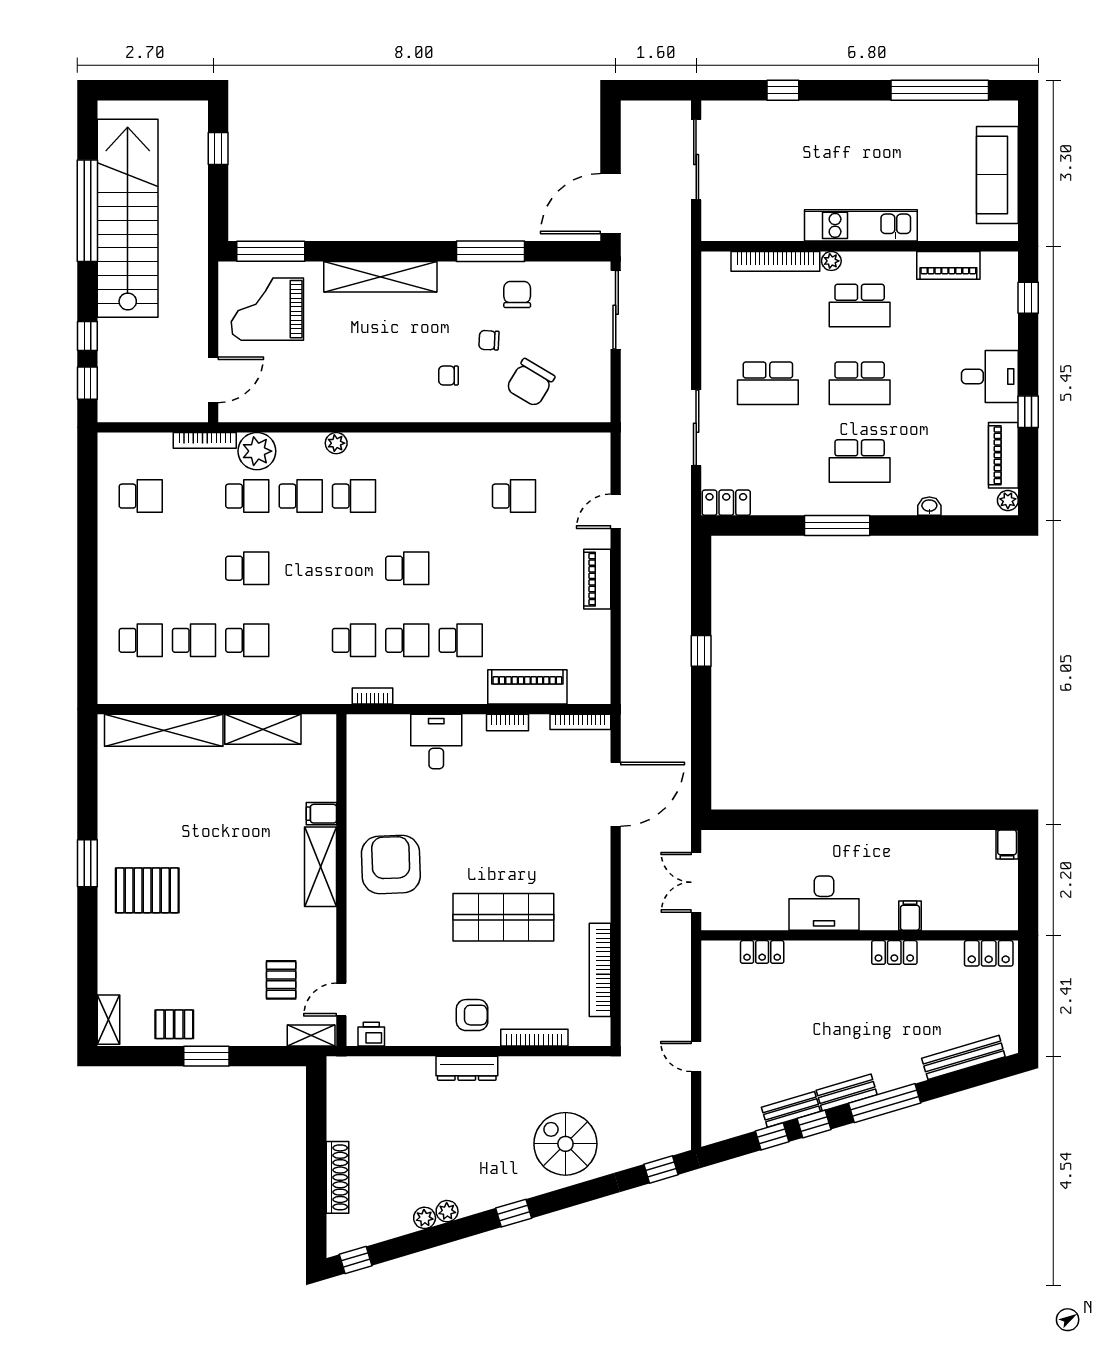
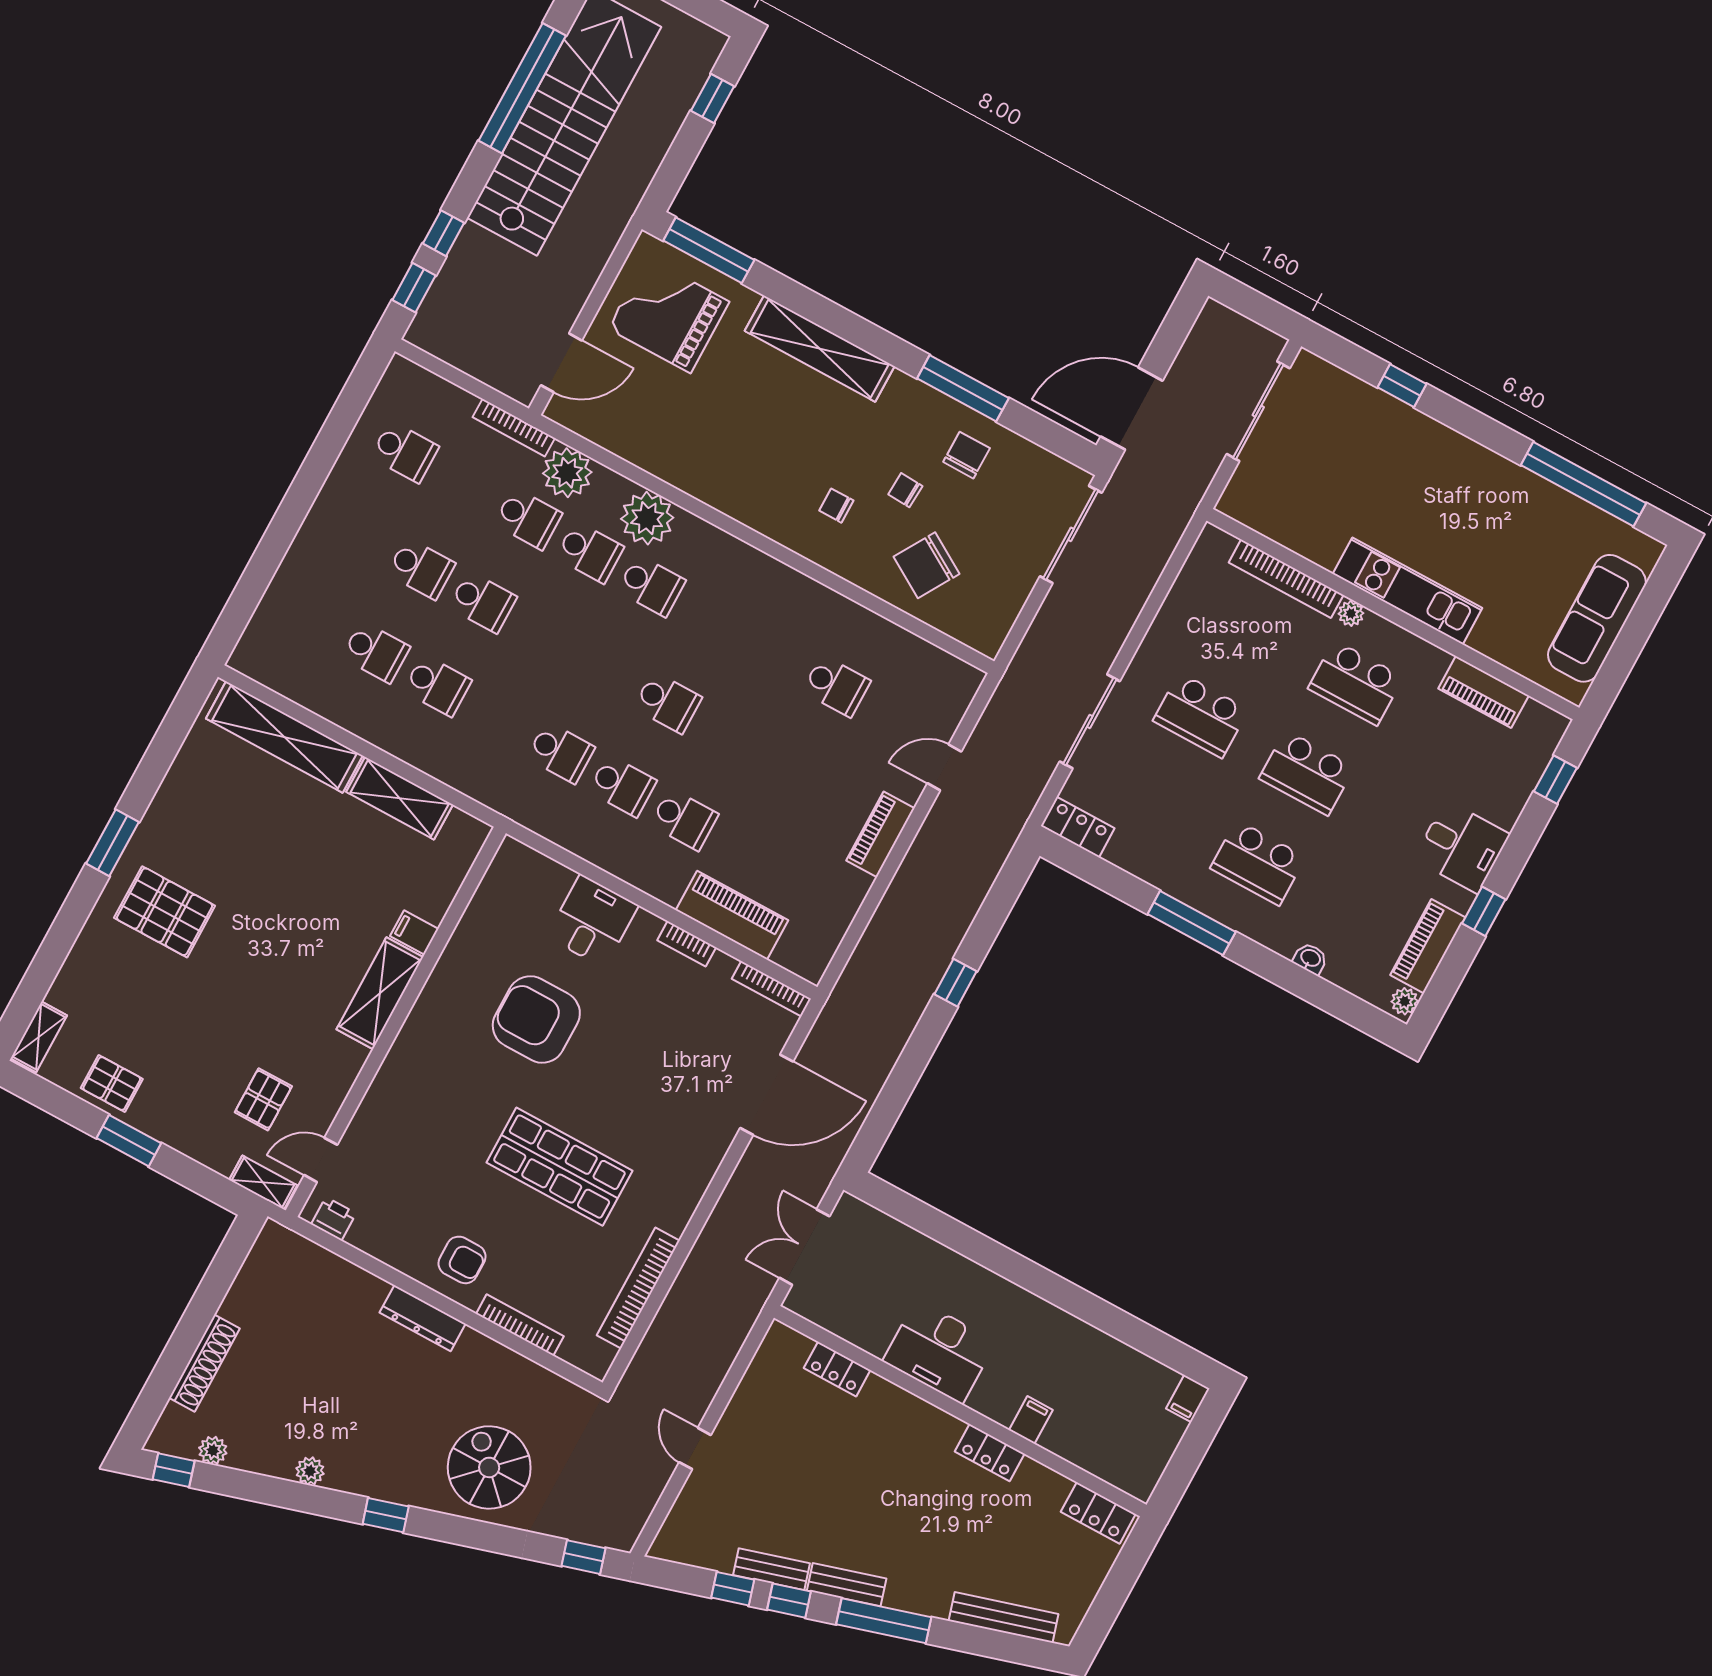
plant: (336, 443) -> (647, 518), width x1.88, depth x1.88
school desk: (141, 640) -> (421, 569), moved
bookcase: (372, 696) -> (547, 828), removed
armchair: (391, 864) -> (536, 1019), moved, turned -88
plant: (425, 1218) -> (213, 1450), moved

